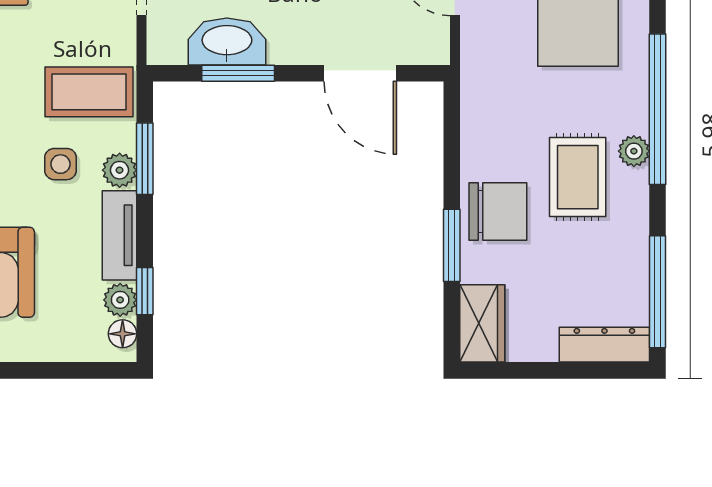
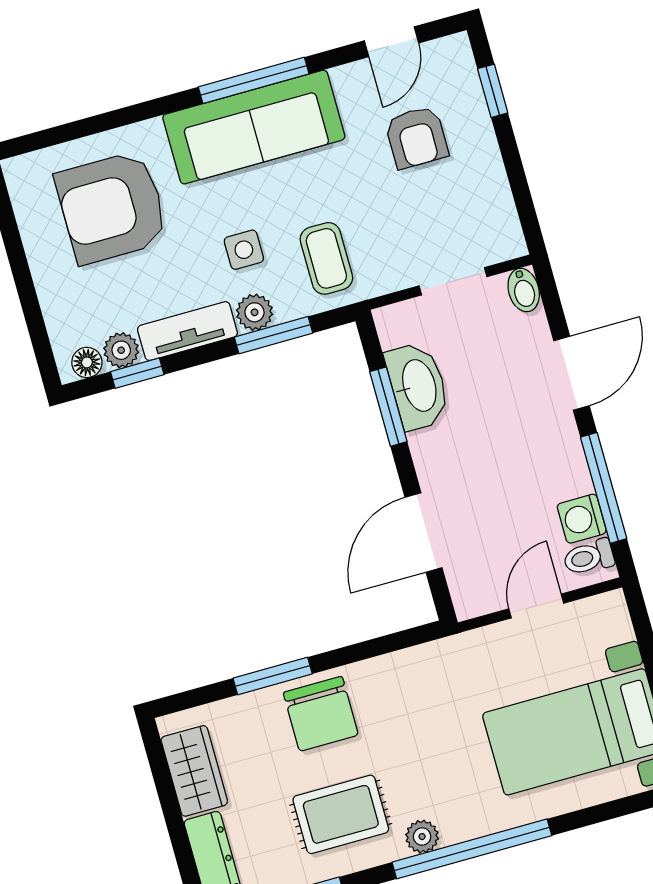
coffee table: (89, 92) -> (326, 258), width x0.73, depth x0.77
rug: (578, 177) -> (341, 814), moved
wardrobe: (482, 323) -> (194, 771), moved, turned -90

